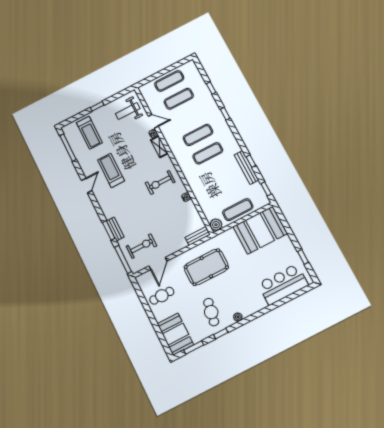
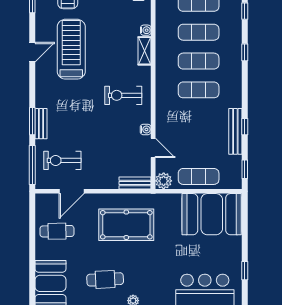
exercise mat: (188, 117) -> (199, 32), added
door: (153, 121) -> (153, 148), moved
treadmill: (111, 170) -> (71, 49), width x1.37, depth x1.38
exercise bike: (142, 246) -> (62, 160), turned 180
cafe table: (211, 312) -> (105, 279), turned 76

